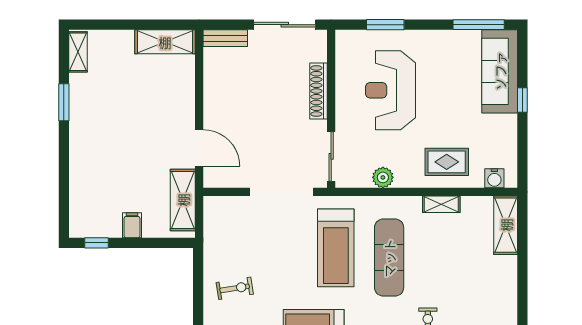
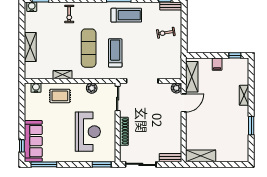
window: (385, 25) -> (102, 164), moved
shelving: (78, 52) -> (244, 95), moved
window: (522, 100) -> (22, 146), moved
door: (199, 148) -> (184, 103), swing flipped
plant: (213, 178) -> (176, 88), added
shelving: (506, 225) -> (30, 47), moved
treadmill: (336, 248) -> (115, 53), width x0.73, depth x0.73

